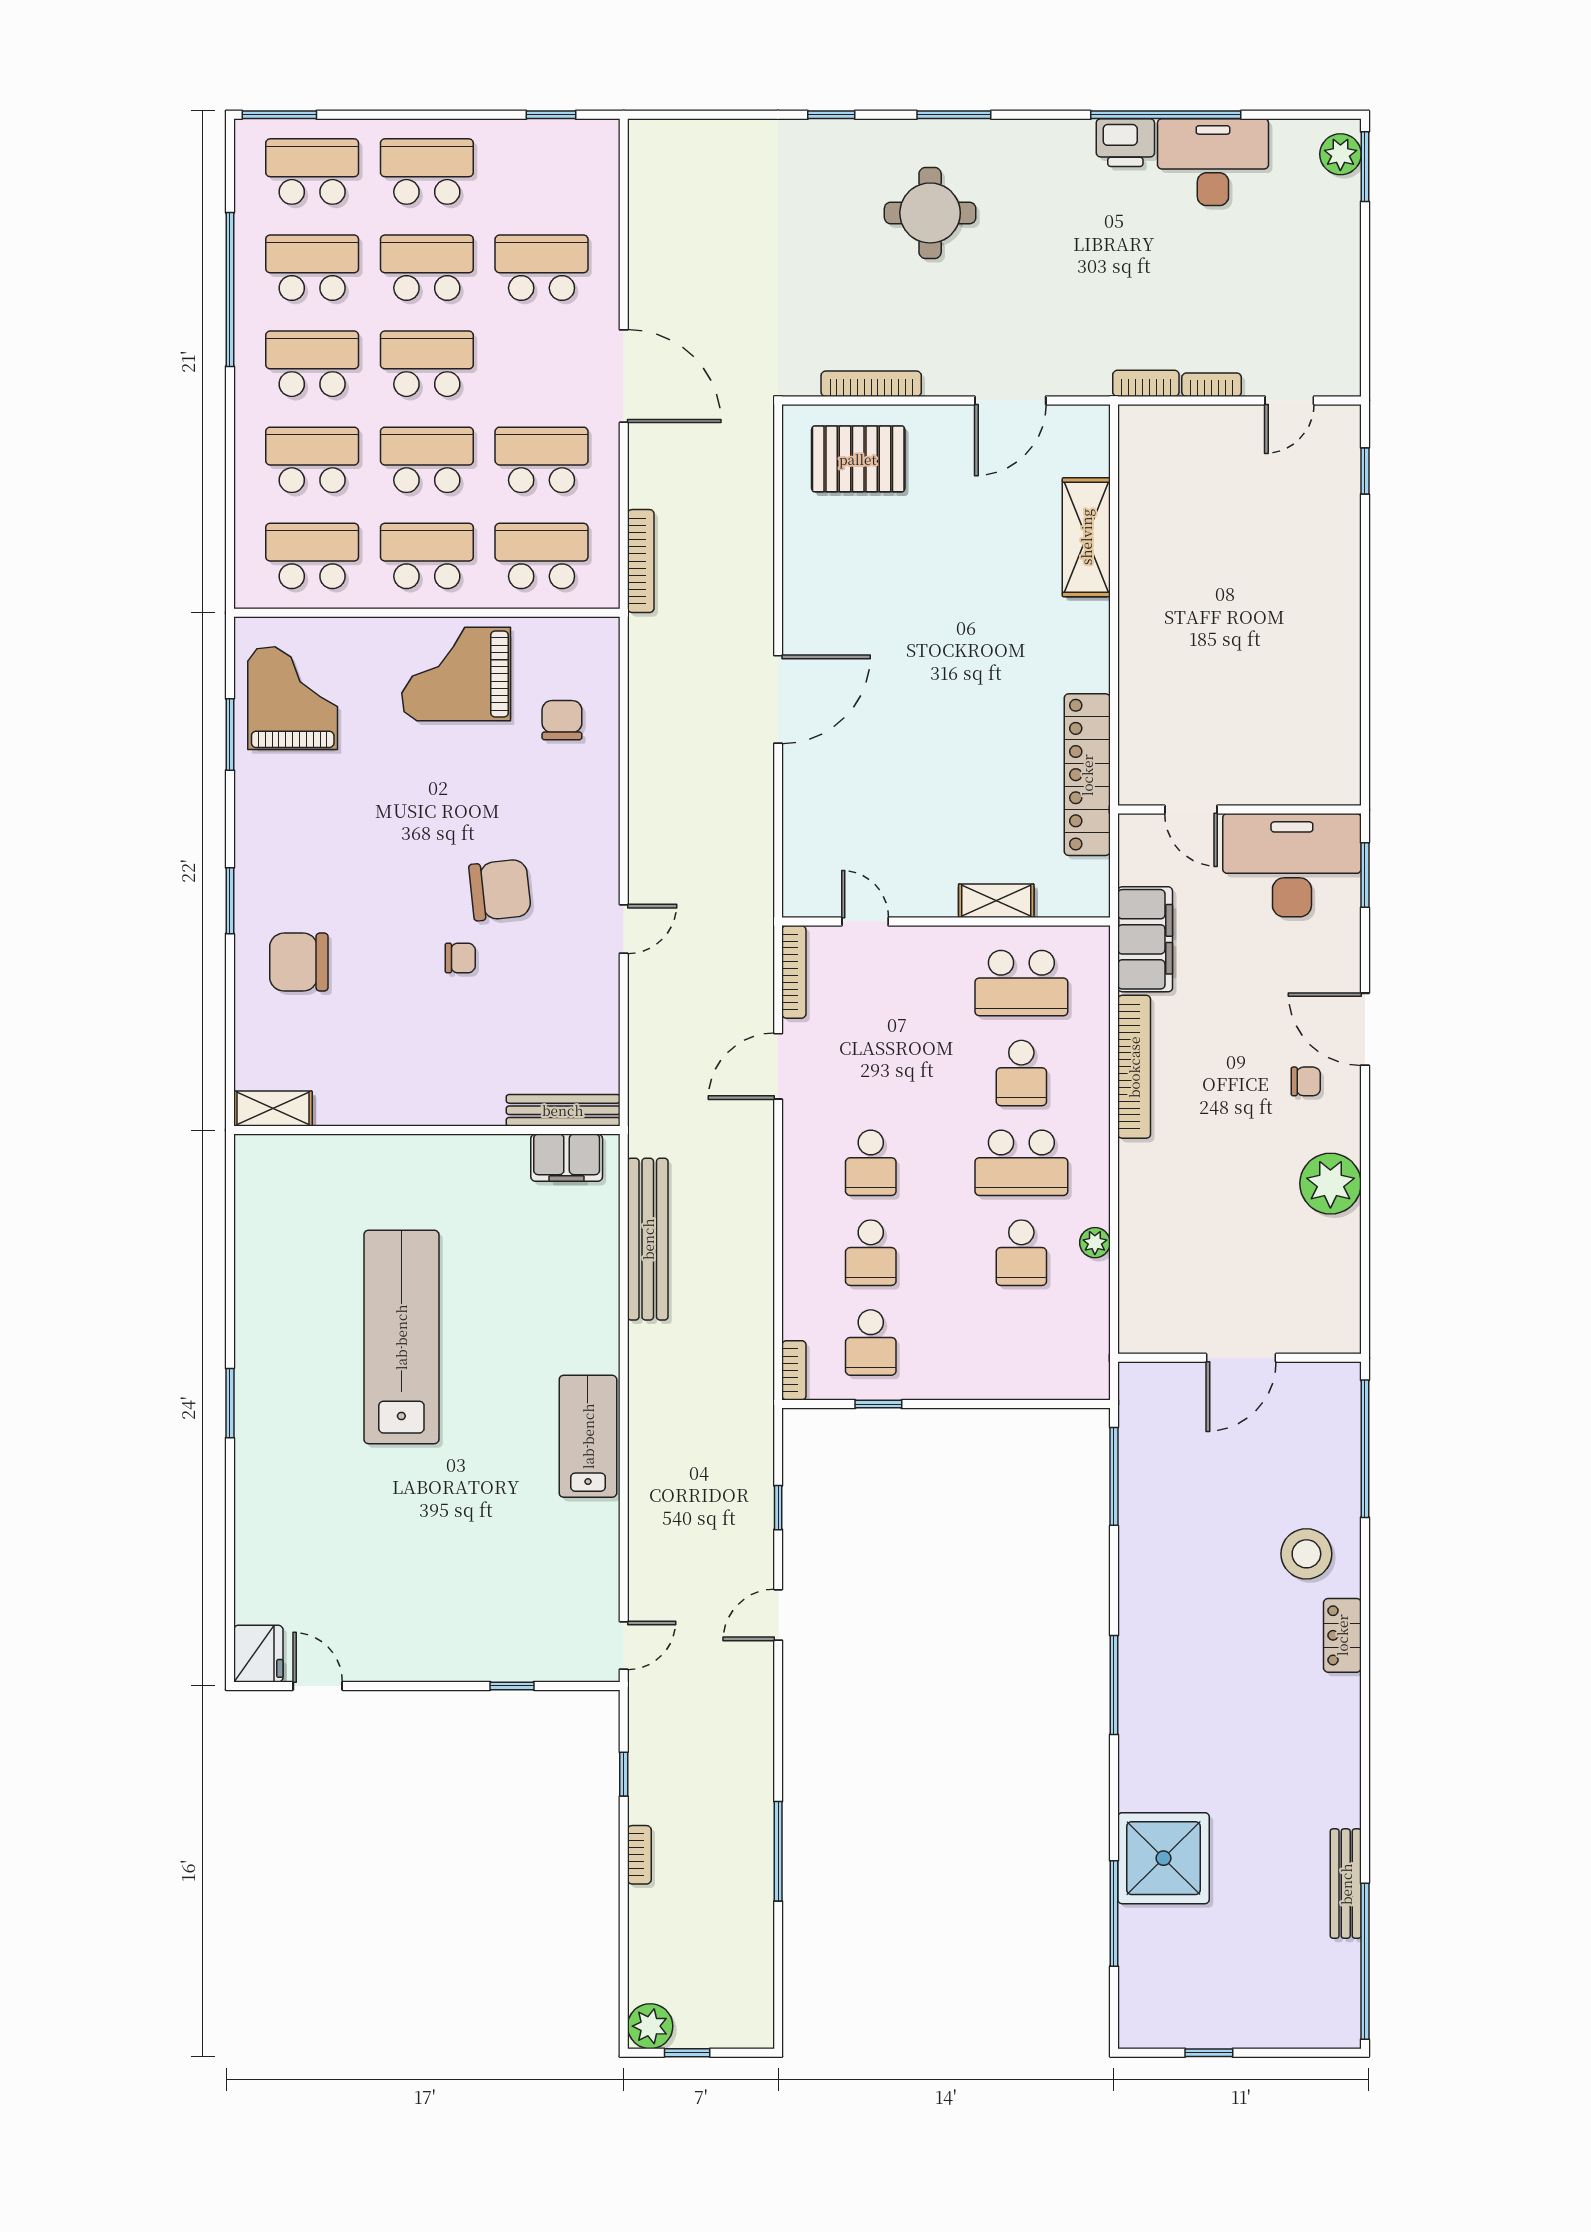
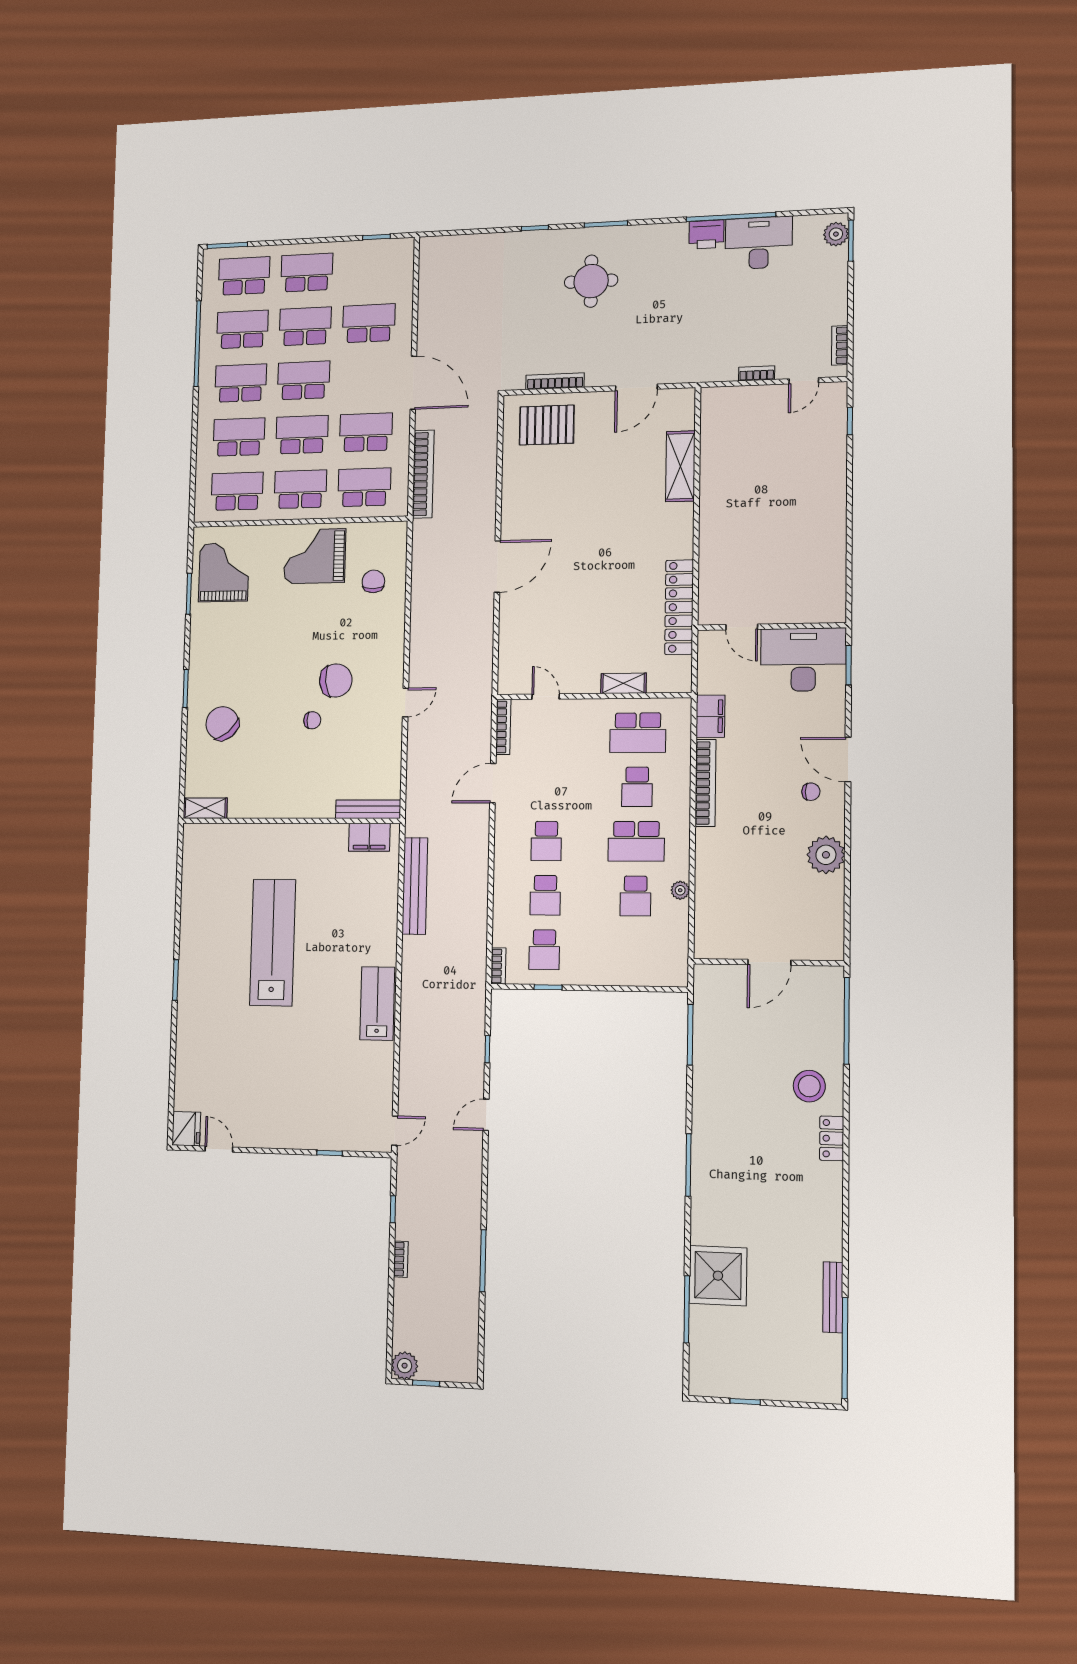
bookcase: (1146, 383) -> (840, 345), moved, turned -90
bookcase: (641, 561) -> (423, 474), width x1.48, depth x1.31
filing cabinet: (1145, 939) -> (710, 716), width x0.67, depth x0.86
chair: (299, 962) -> (222, 723), turned 50

